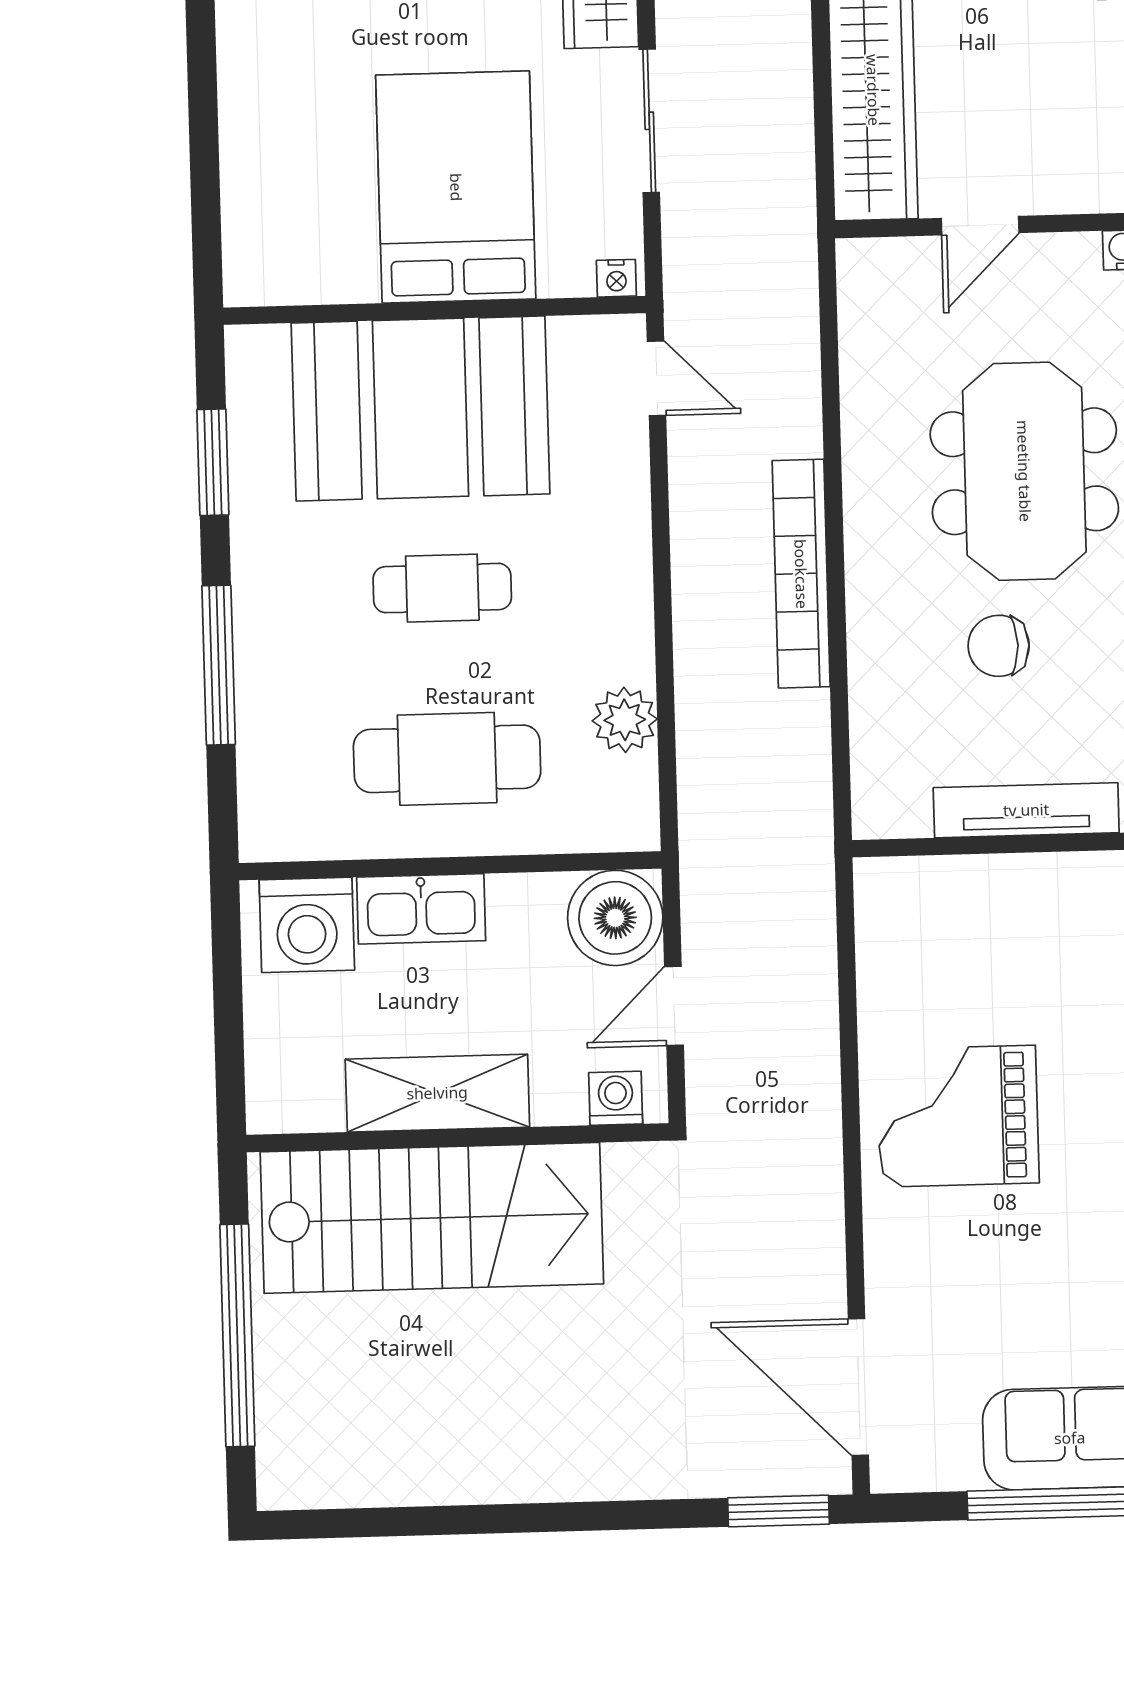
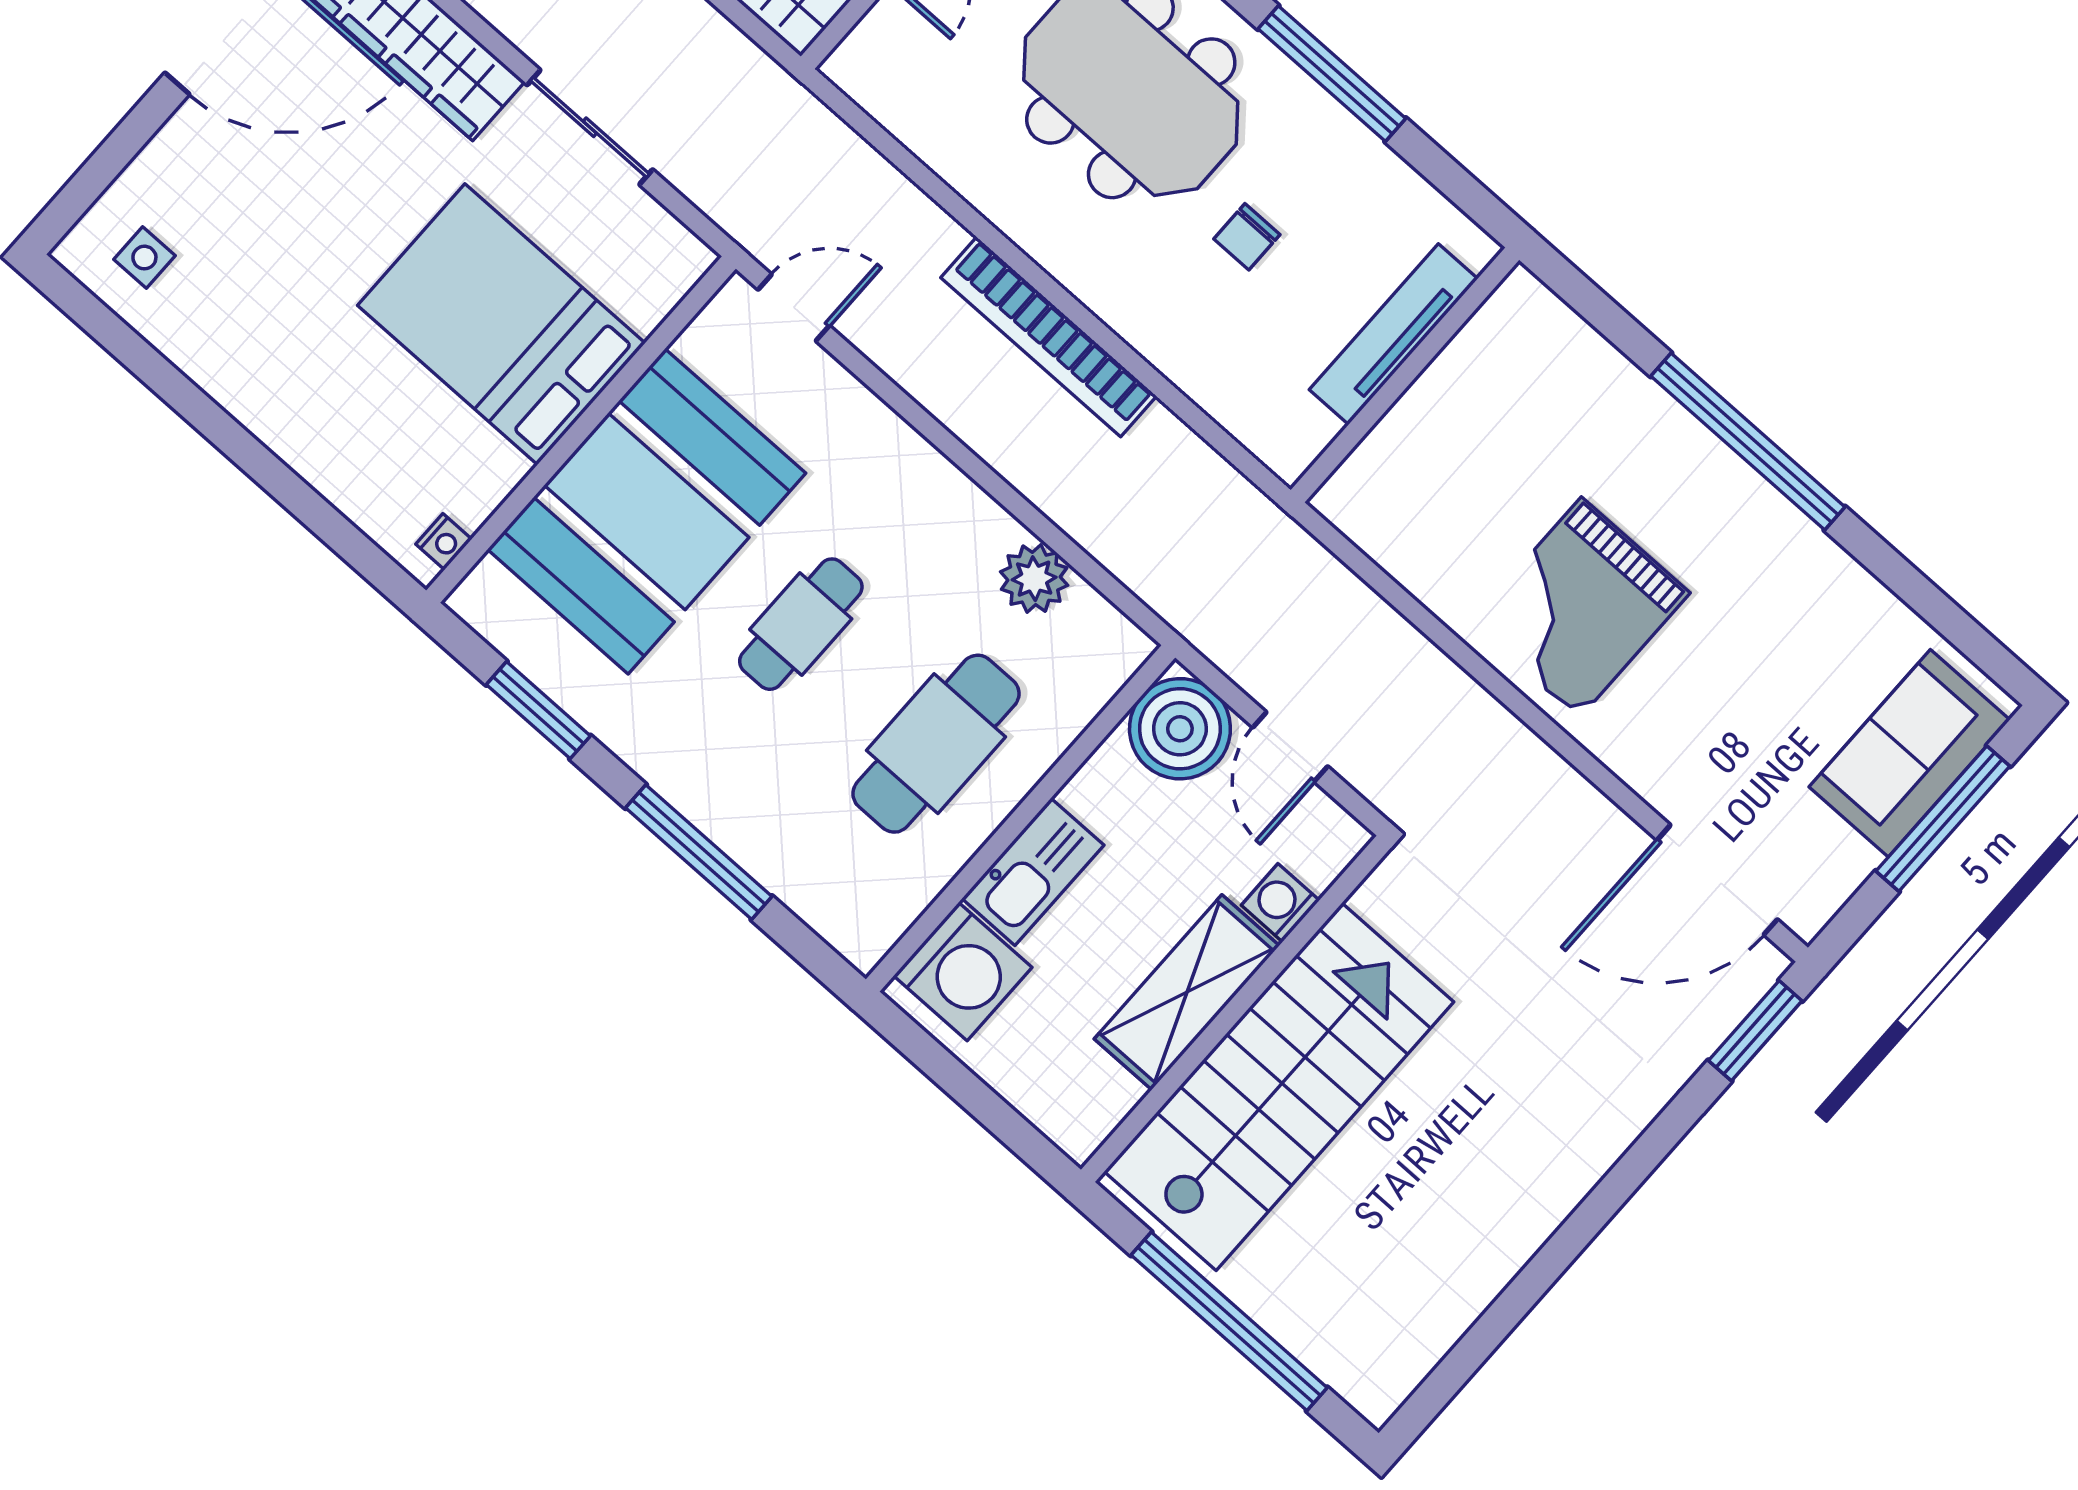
nightstand: (616, 278) -> (444, 542), moved
chair: (999, 646) -> (1247, 237), width x0.73, depth x0.73
washing machine: (616, 1098) -> (1280, 903), moved

